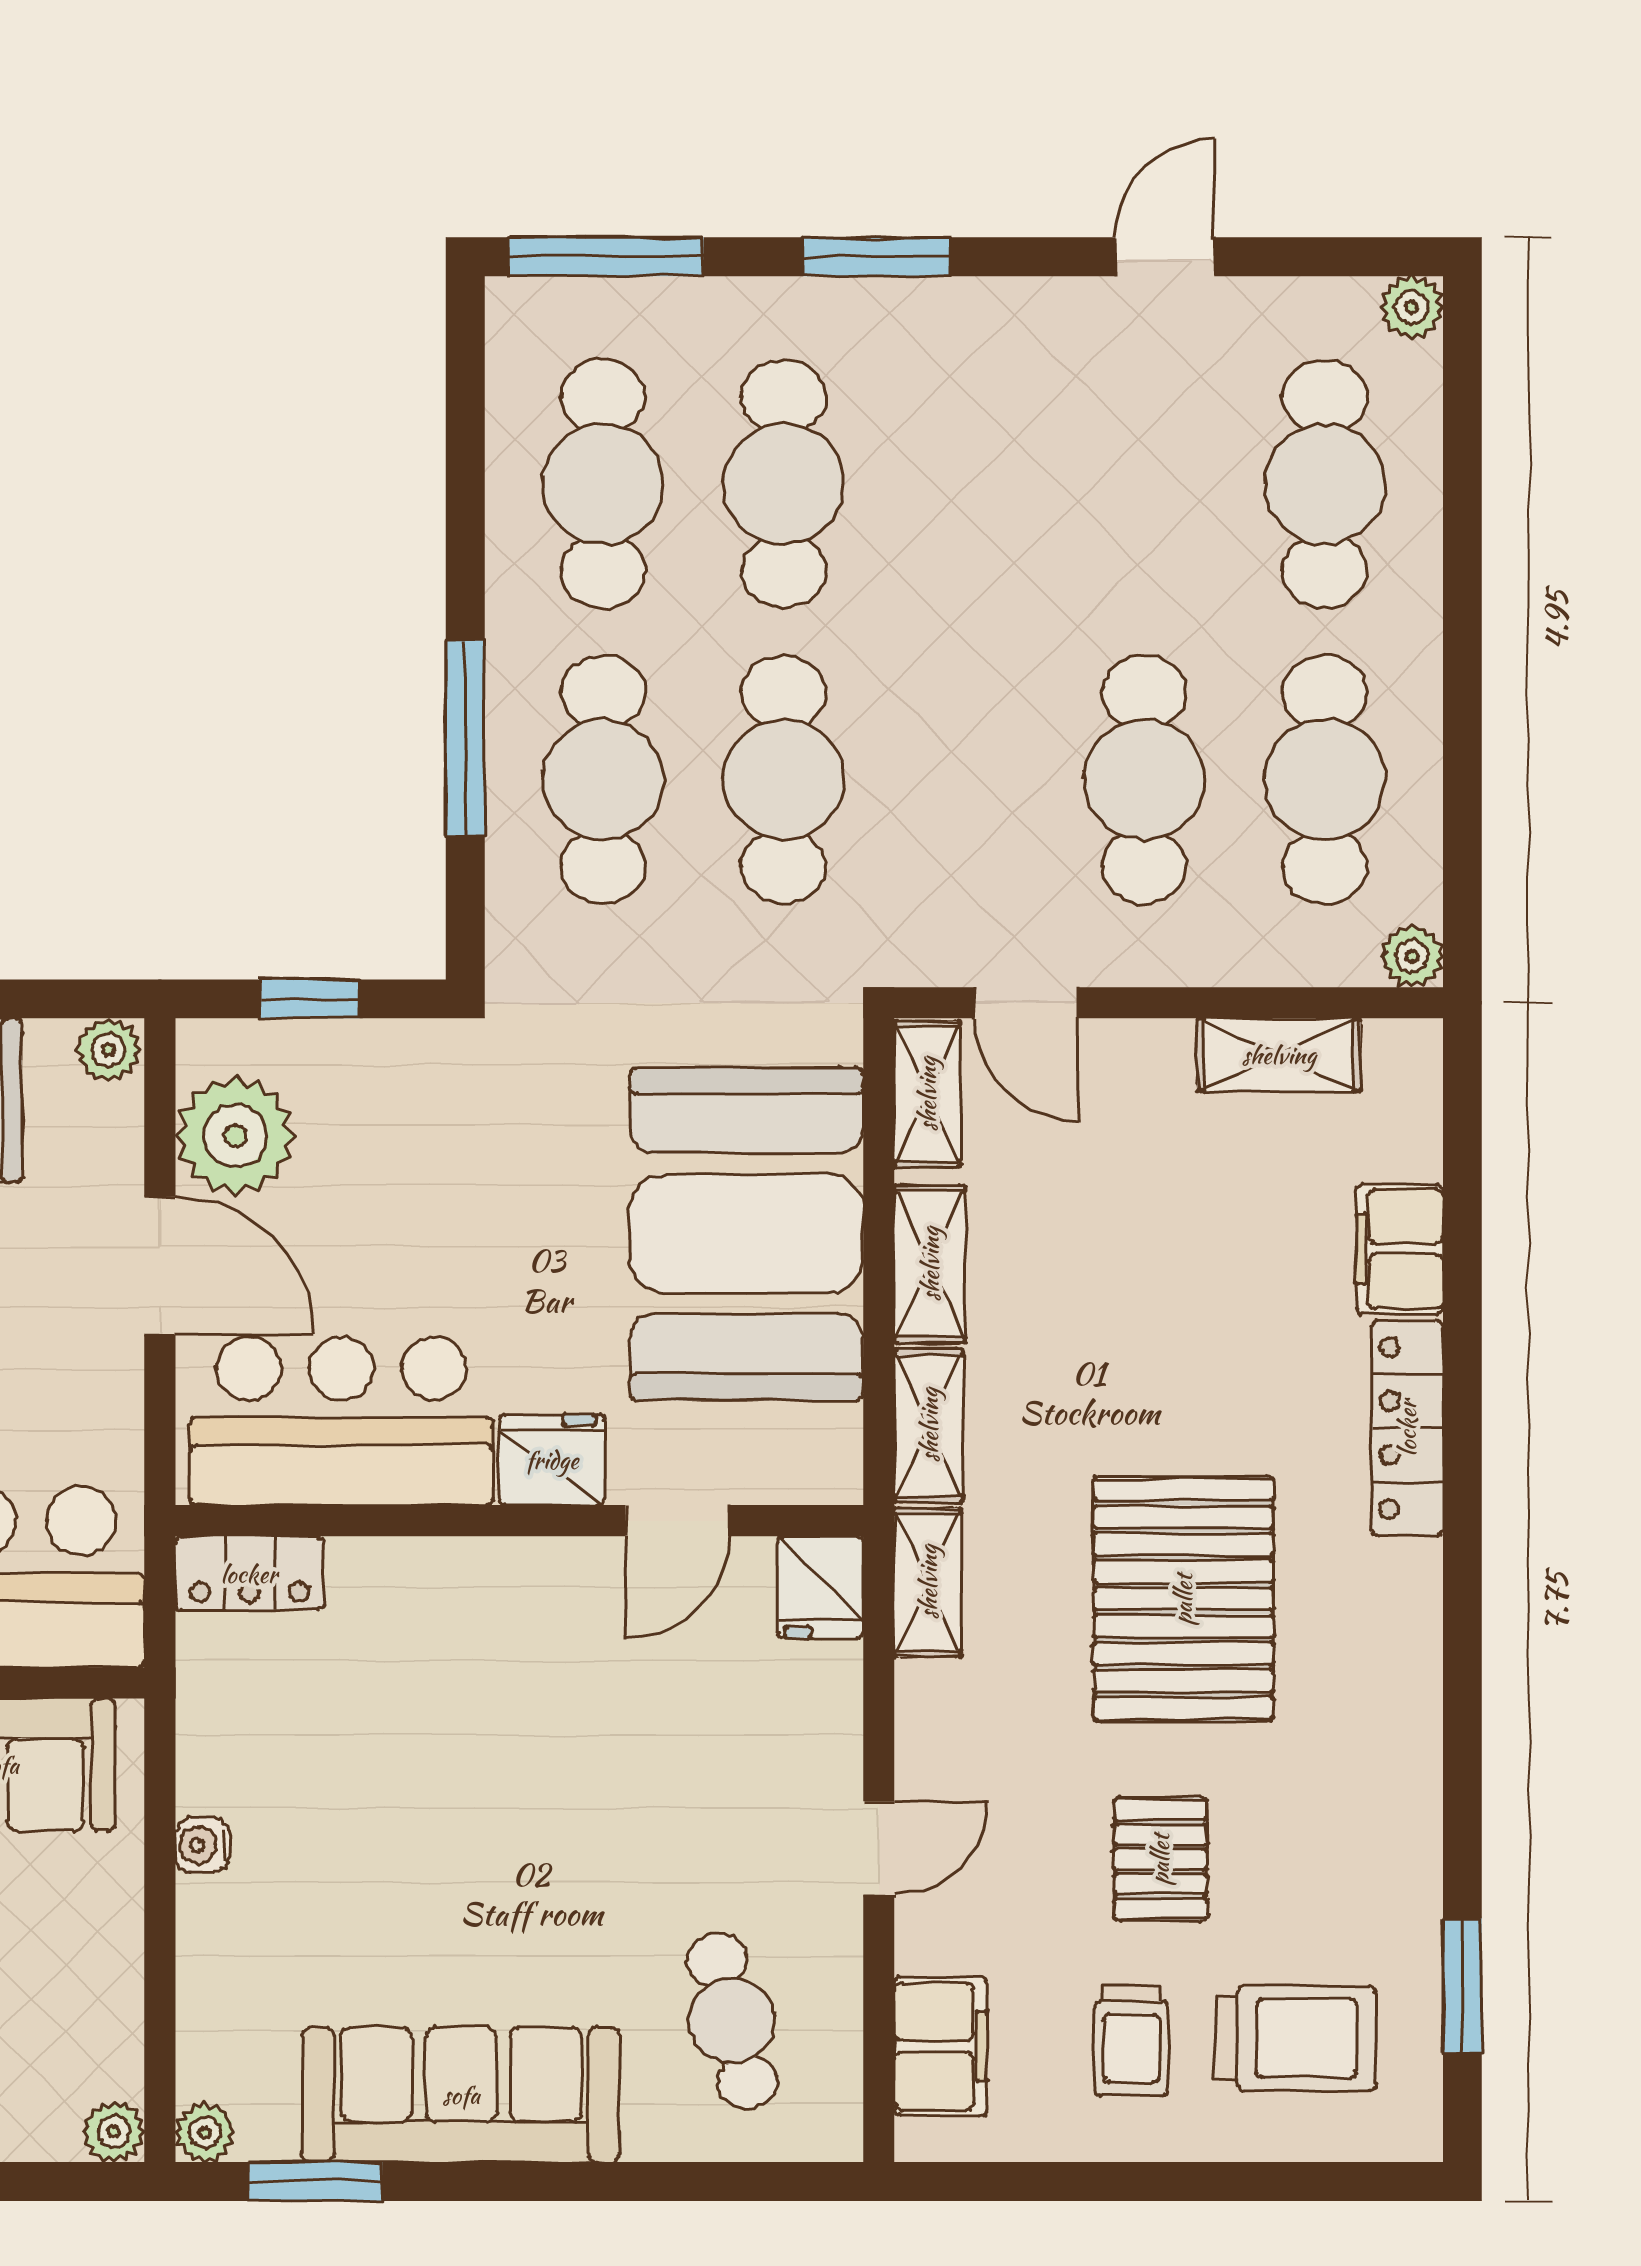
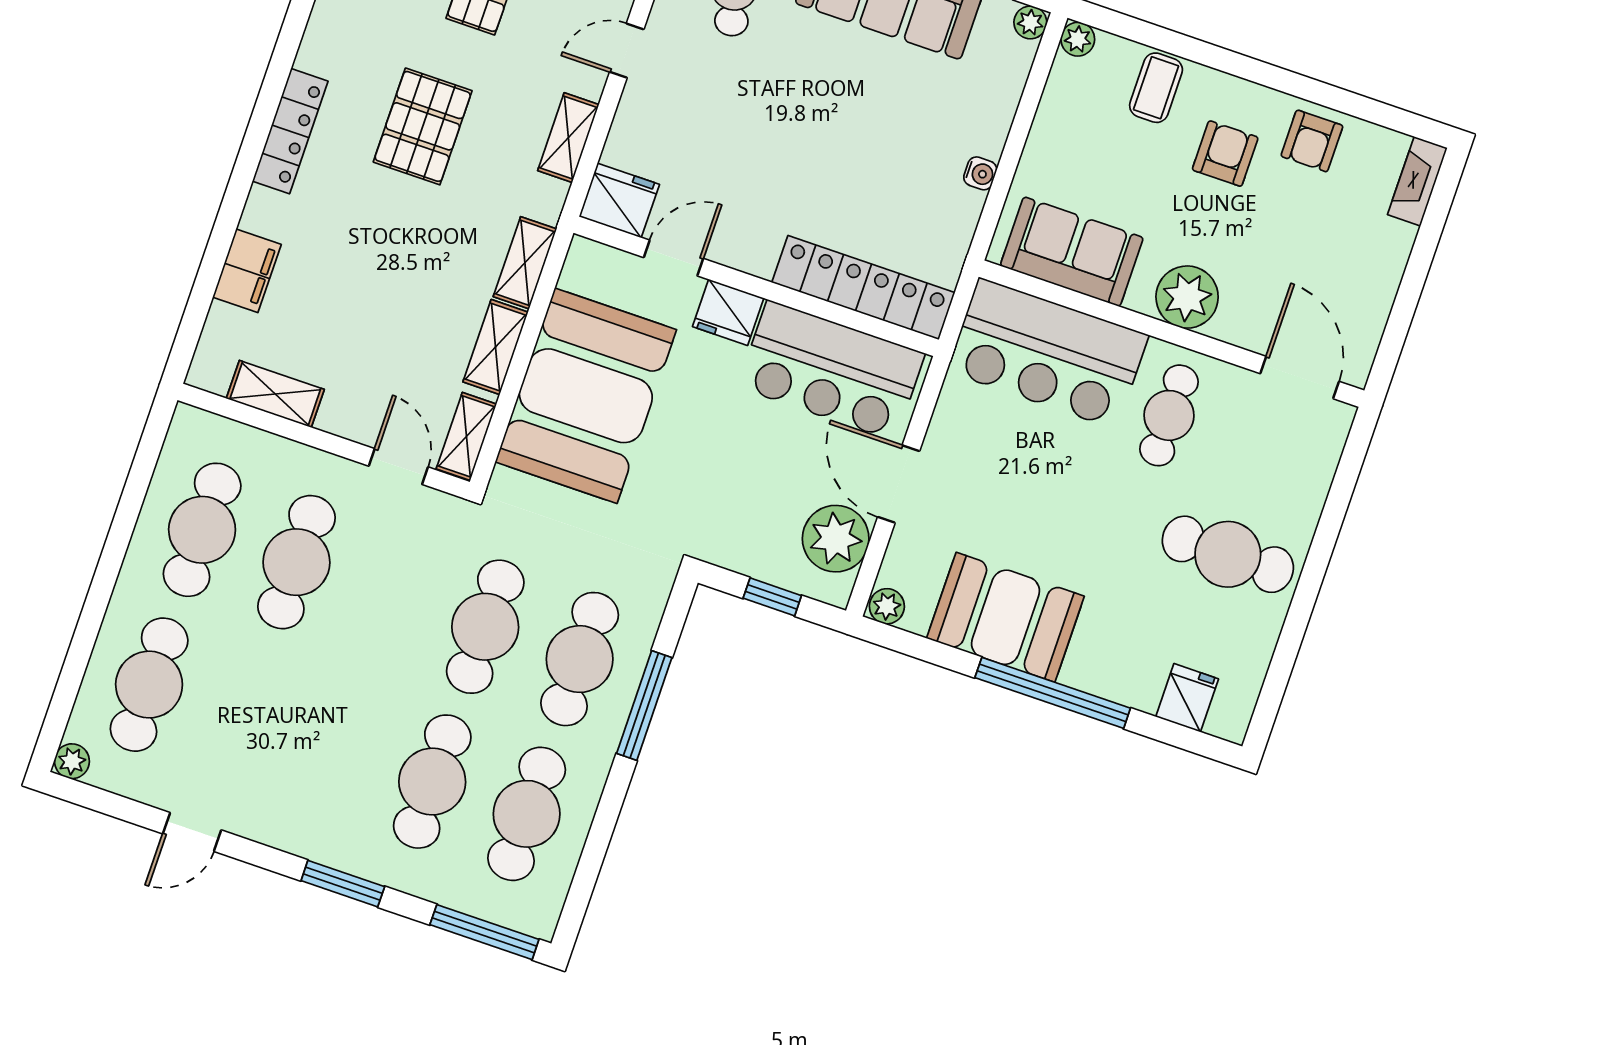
plant: (1412, 956) -> (188, 422), removed
locker: (1407, 1428) -> (290, 131), moved
locker: (249, 1574) -> (863, 288), width x2.16, depth x1.21
shelving: (928, 1582) -> (568, 138), moved
fridge: (820, 1587) -> (619, 200), width x1.38
pallet: (1183, 1599) -> (423, 126), width x0.73, depth x0.71

